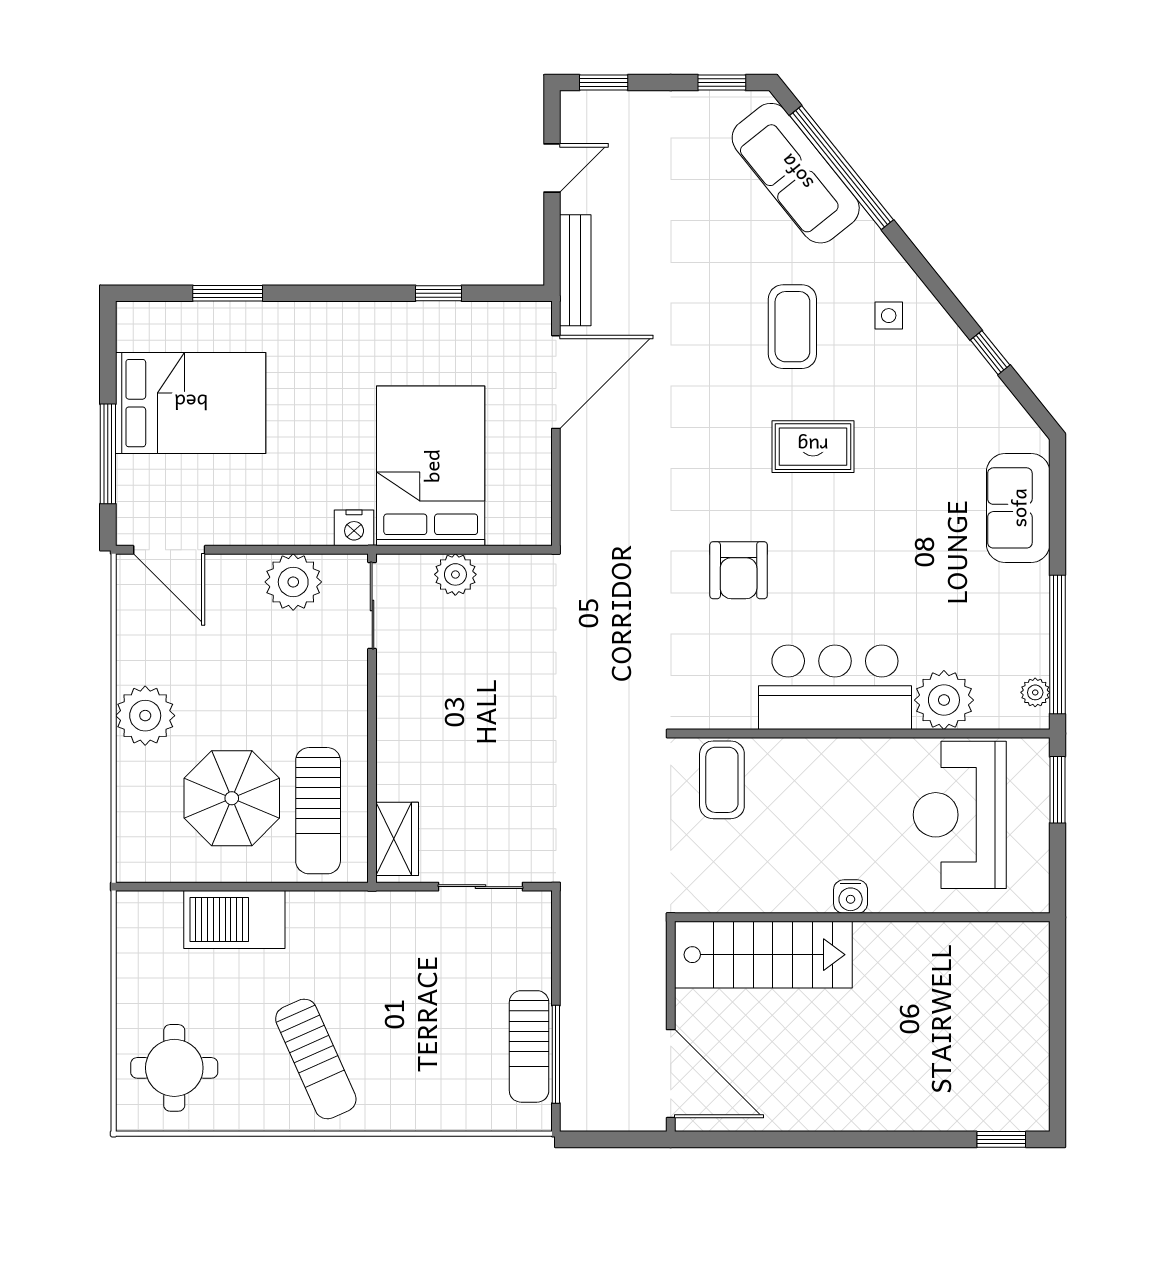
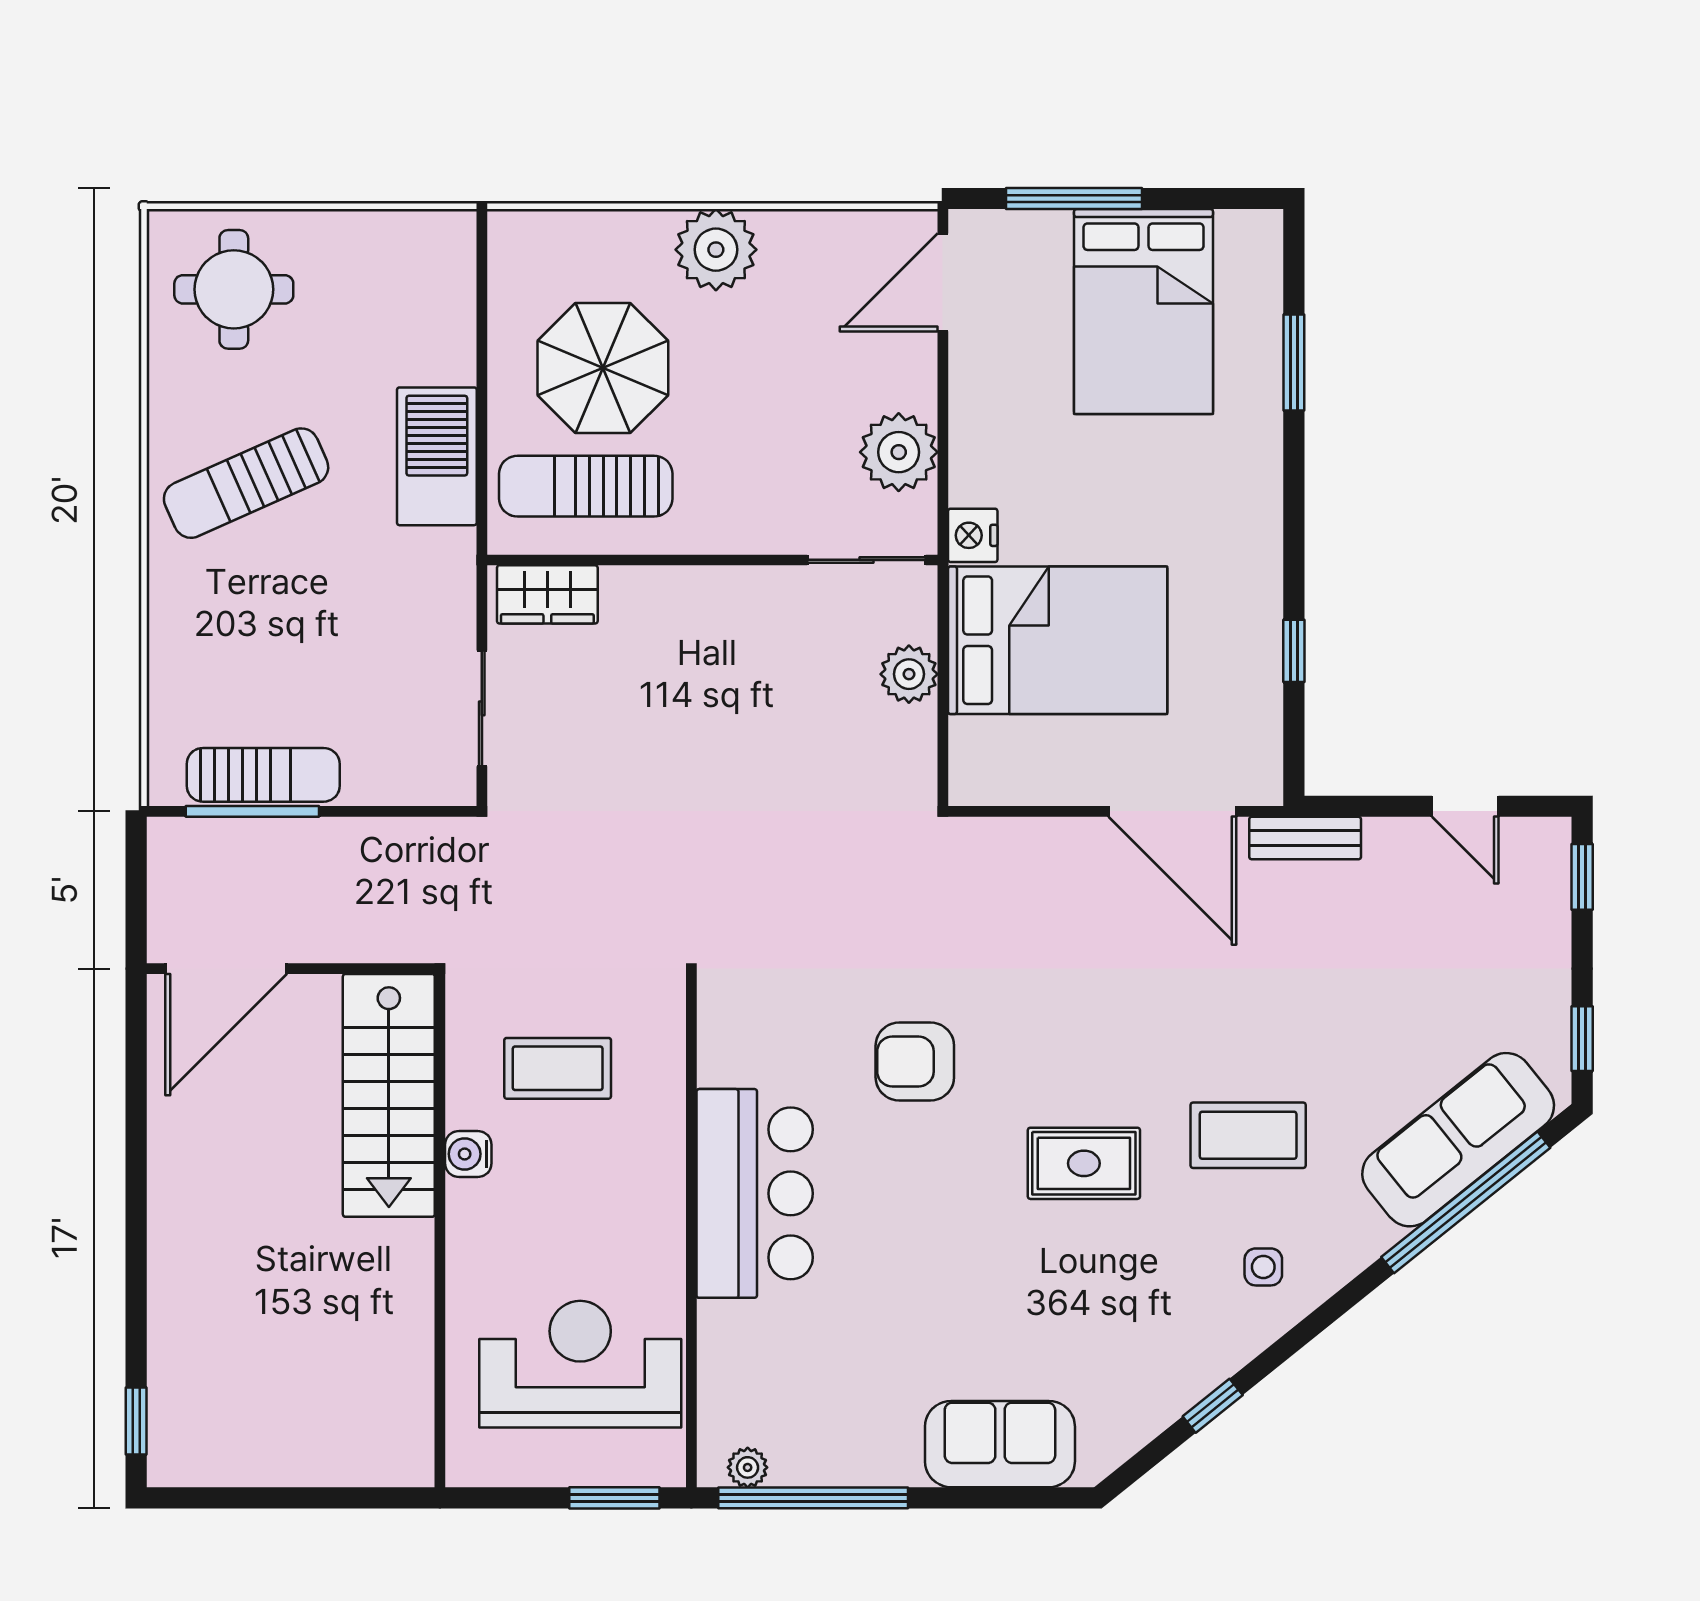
bench: (575, 270) -> (1305, 838), width x0.73
rug: (813, 447) -> (1084, 1163), turned 90
plant: (944, 700) -> (737, 1343), removed
coffee table: (722, 780) -> (558, 1068), moved
water cooler: (851, 897) -> (468, 1154), moved
barbecue: (234, 920) -> (437, 456), moved
sun lounger: (529, 1046) -> (263, 775), turned 180

